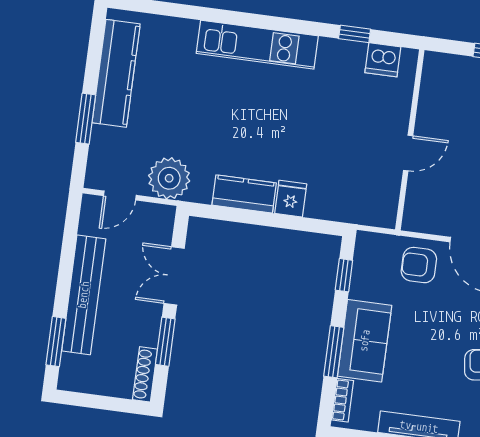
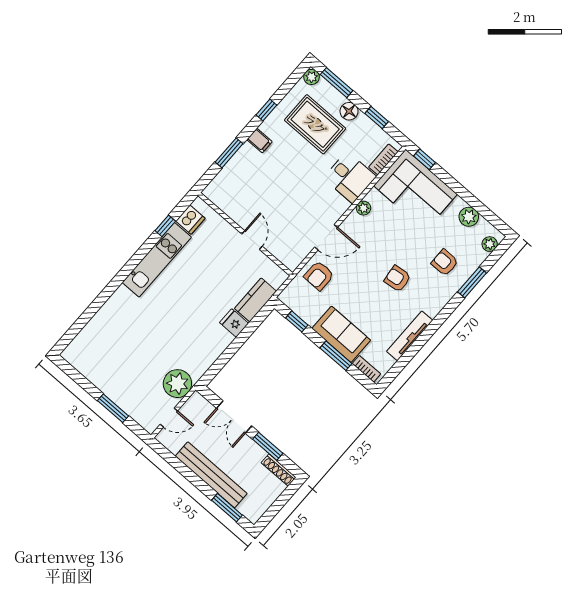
kitchen unit: (257, 45) -> (157, 260), moved
kitchen counter: (116, 73) -> (99, 374), removed
kitchen counter: (244, 194) -> (255, 300), moved
door: (120, 196) -> (169, 418), hinge flipped

